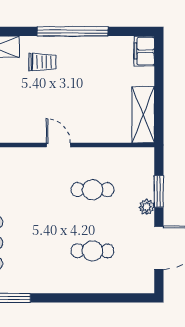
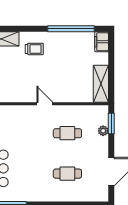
window: (73, 31) -> (71, 29), moved
window: (159, 191) -> (111, 124), moved
plant: (147, 207) -> (103, 131), moved

